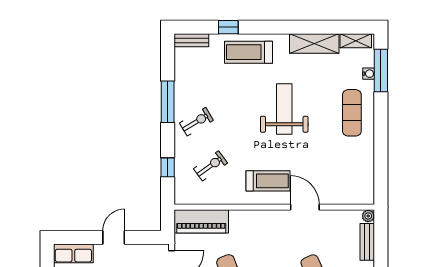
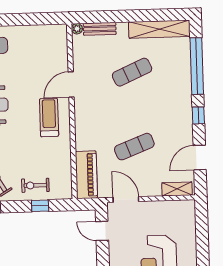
exercise bike: (211, 166) -> (35, 185), moved, turned -54
door: (114, 237) -> (102, 231), moved

